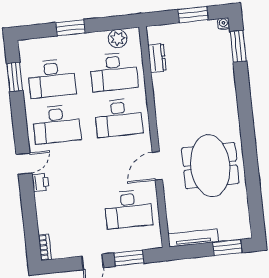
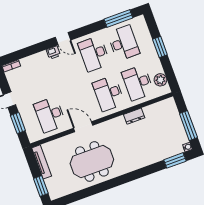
window: (193, 15) -> (188, 126), width x1.44
dresser: (157, 58) -> (134, 116), moved
window: (15, 77) -> (118, 18), width x1.44
desk: (52, 79) -> (123, 43), turned 180

